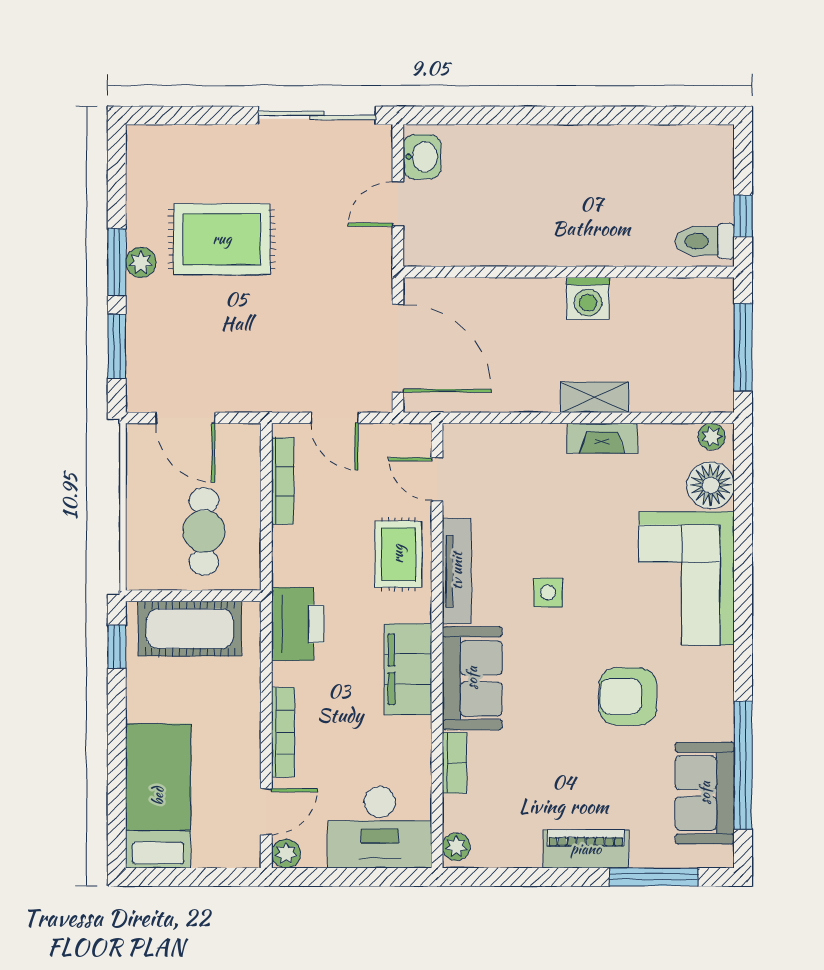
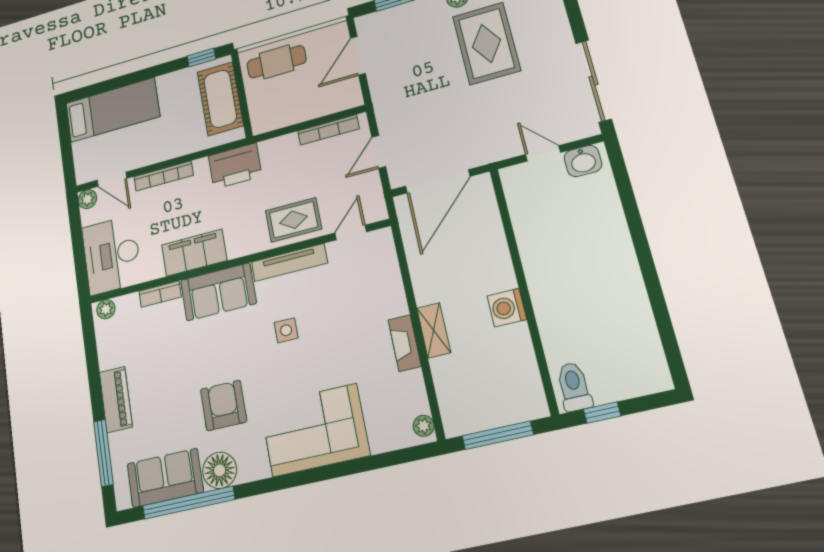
floor lamp: (711, 485) -> (220, 470), moved
cafe table: (204, 531) -> (277, 62), moved
filing cabinet: (408, 669) -> (194, 253), moved

